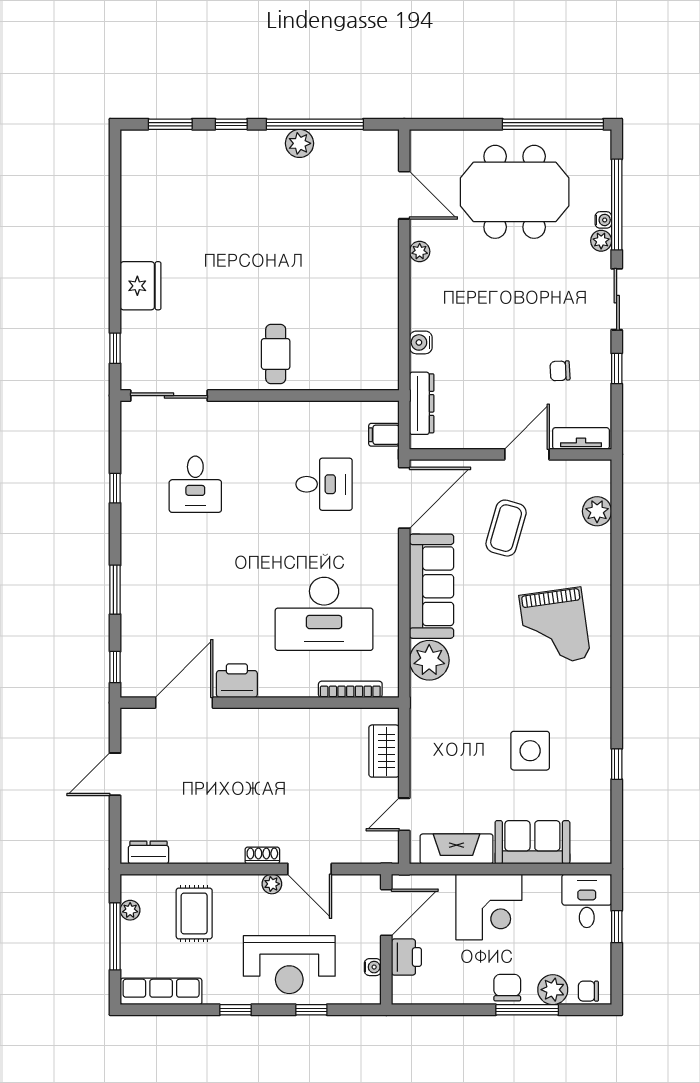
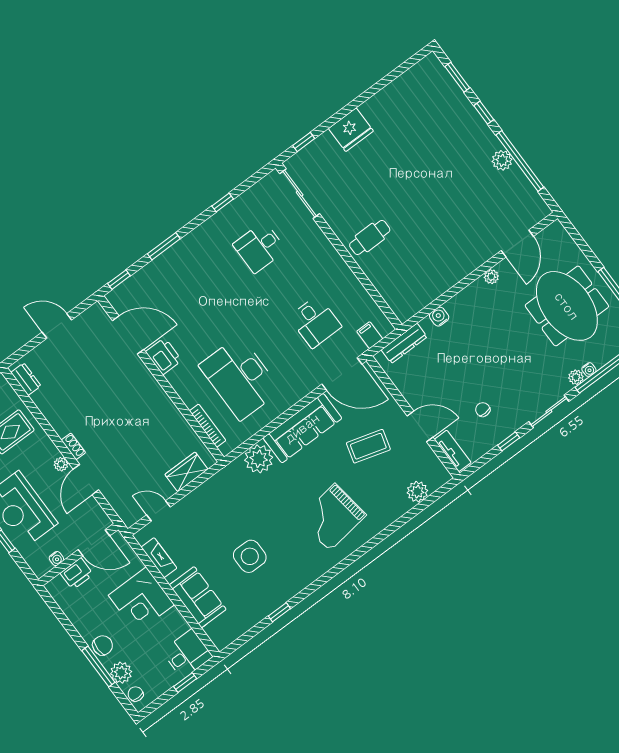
fireplace: (457, 849) -> (159, 558), width x0.73, depth x0.76

